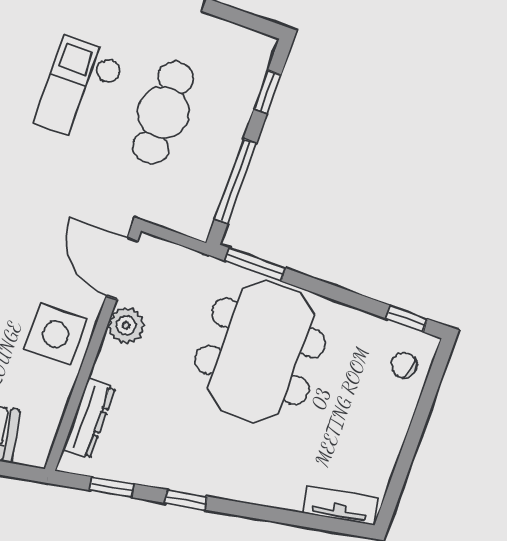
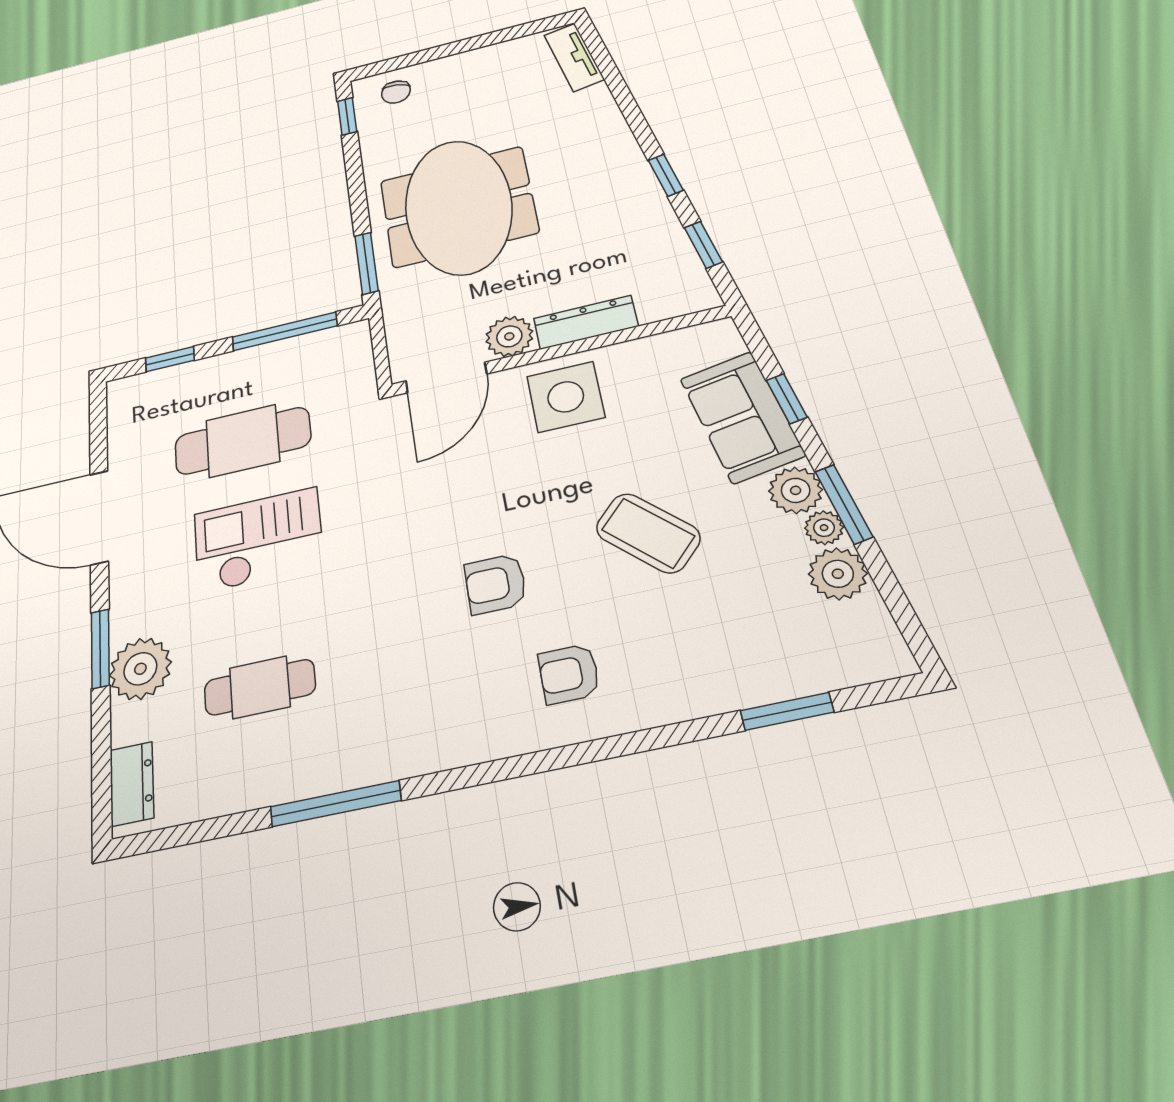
checkout: (79, 89) -> (258, 540), turned 180
meeting table: (260, 351) -> (458, 207), turned 90
dresser: (89, 418) -> (586, 322), moved

